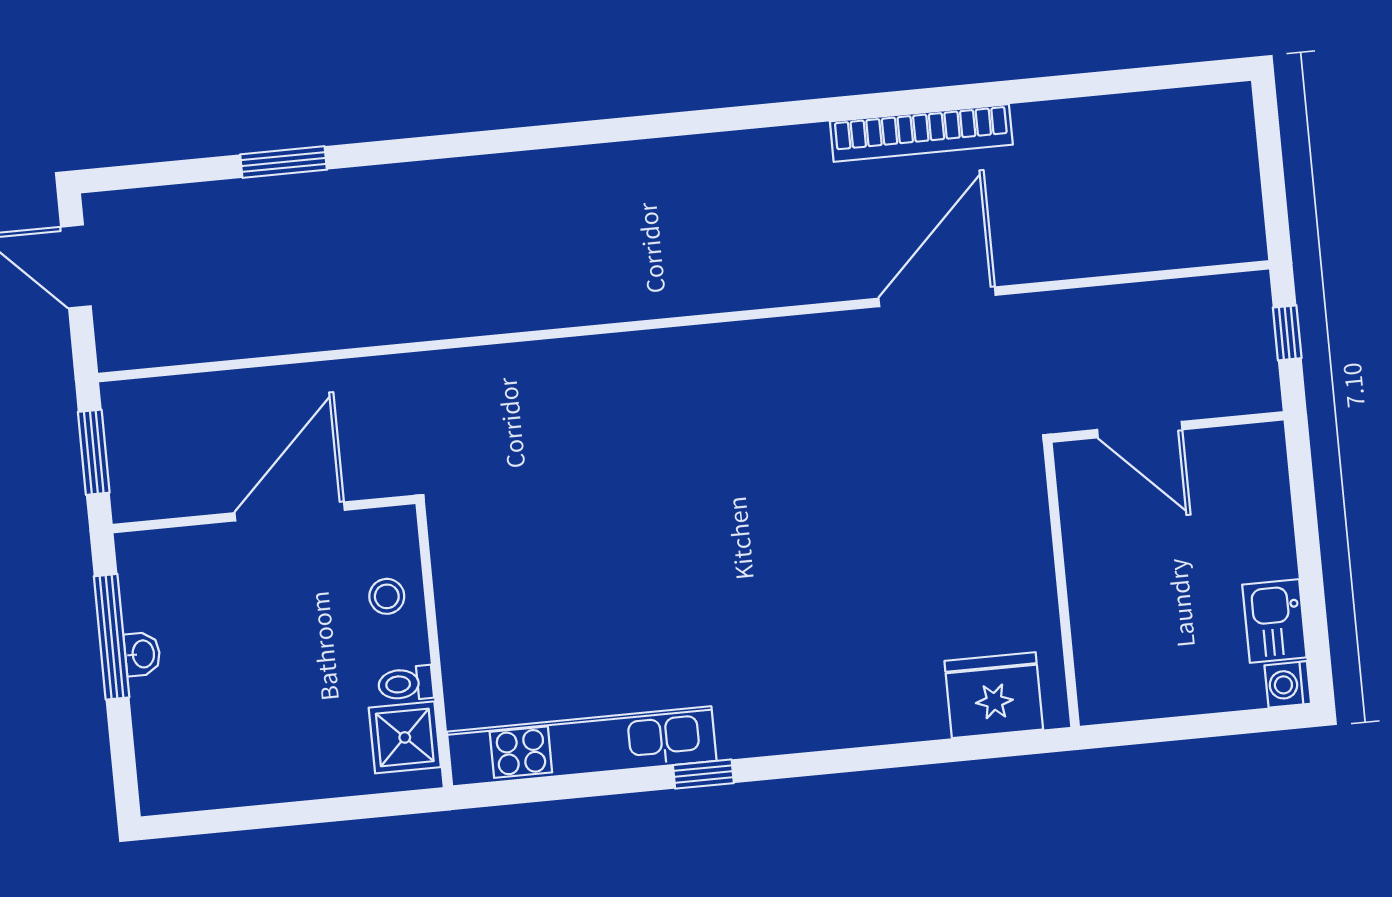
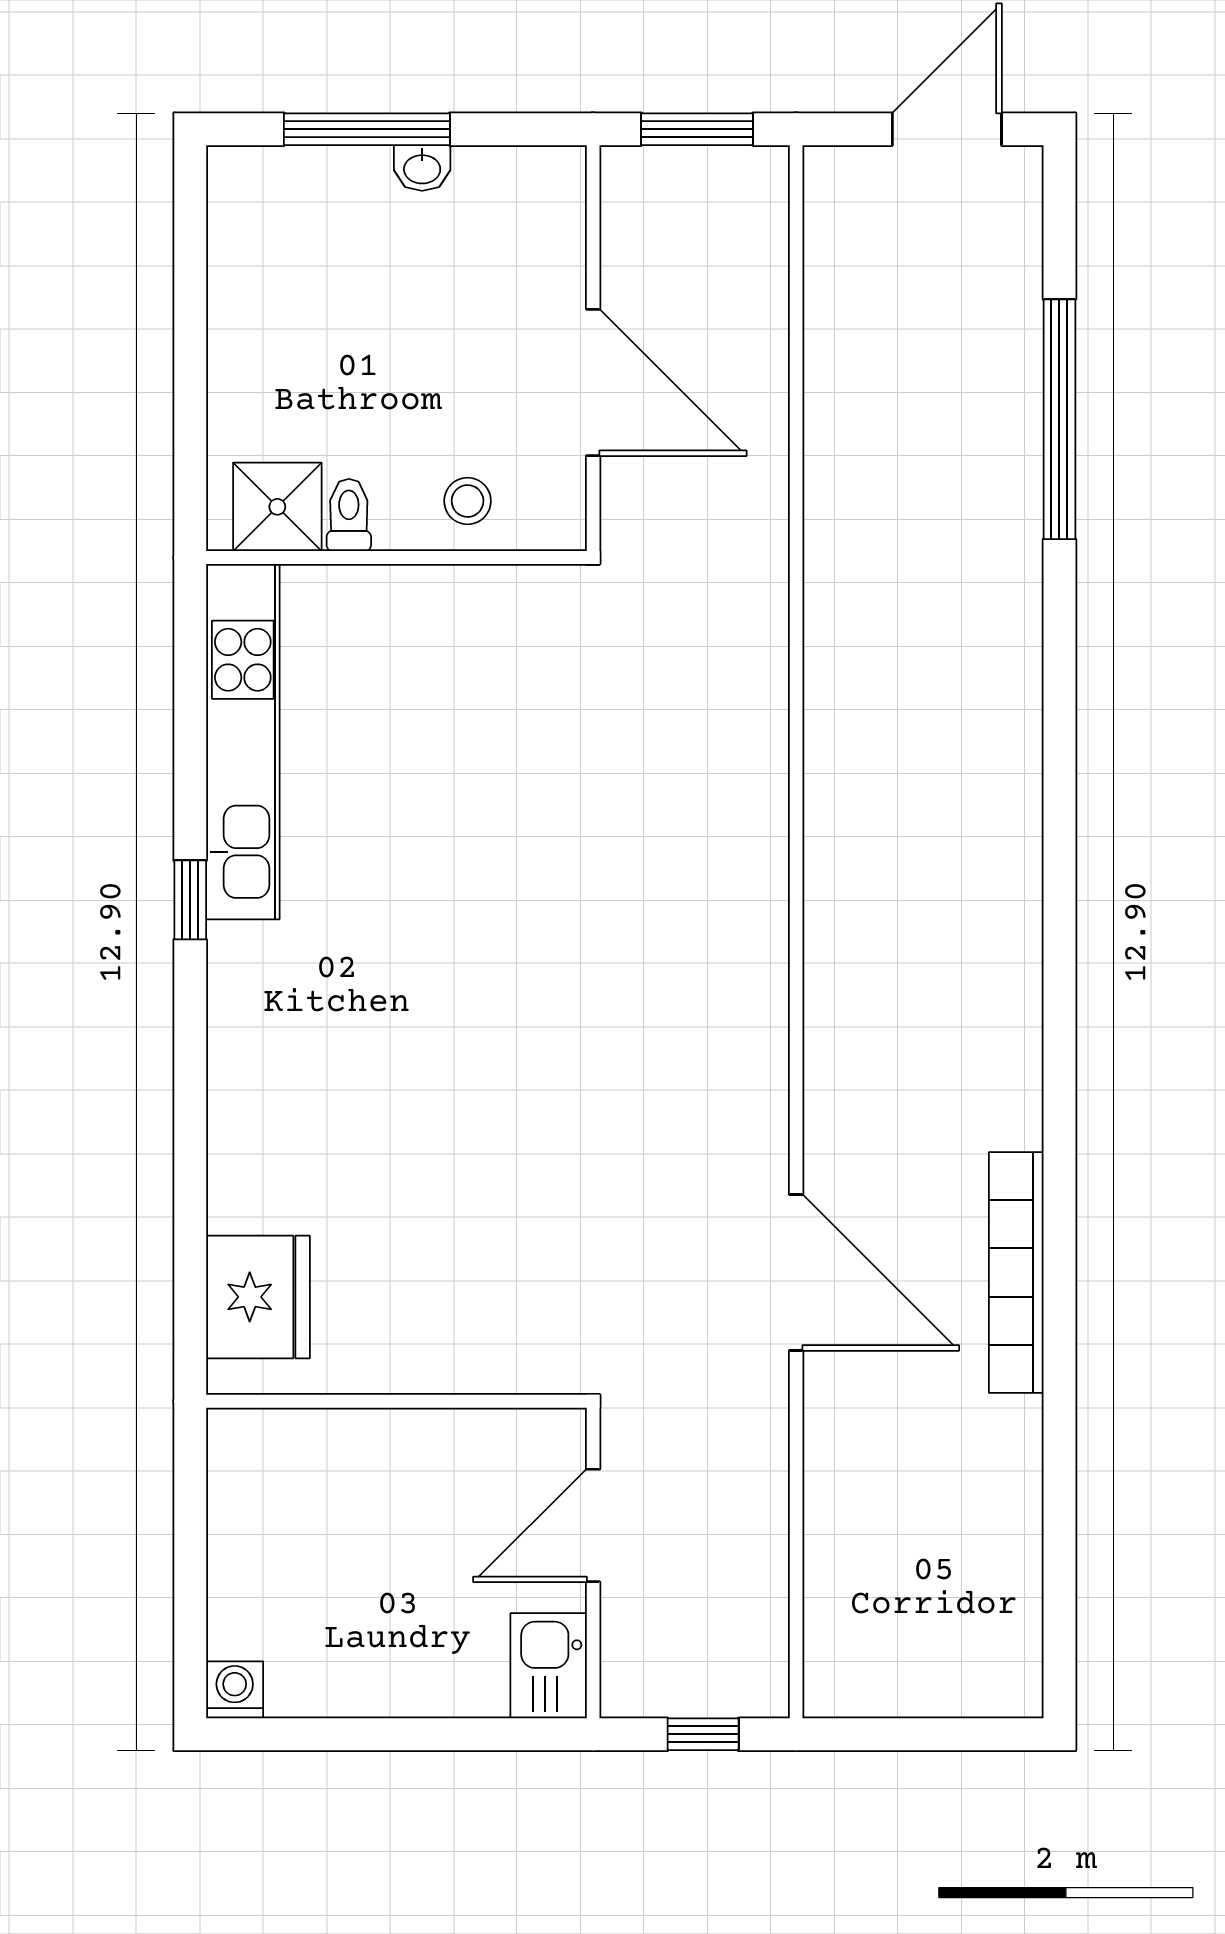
window: (284, 162) -> (1059, 419), width x2.11
kitchen sink: (1274, 621) -> (549, 1666), moved, turned -90
window: (112, 637) -> (367, 129), moved

